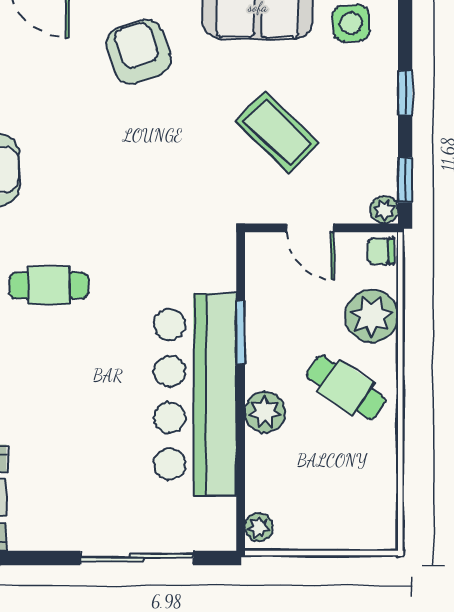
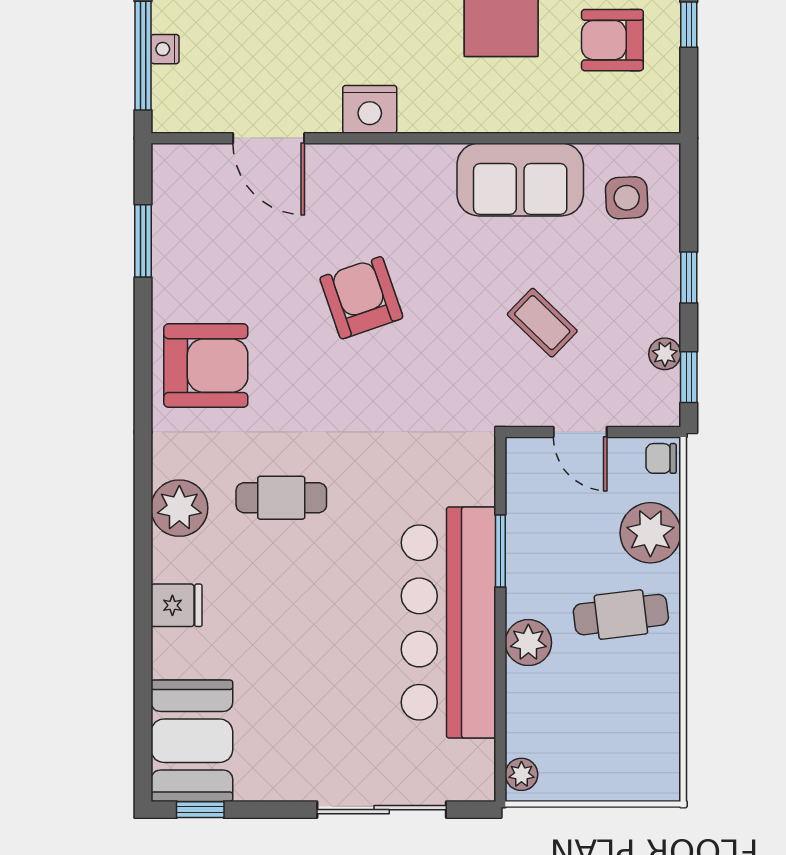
armchair: (139, 52) -> (361, 298), moved
coffee table: (277, 132) -> (542, 323), width x0.73, depth x0.77
plant: (384, 210) -> (665, 354), moved
cafe table: (346, 388) -> (621, 615), turned -41

